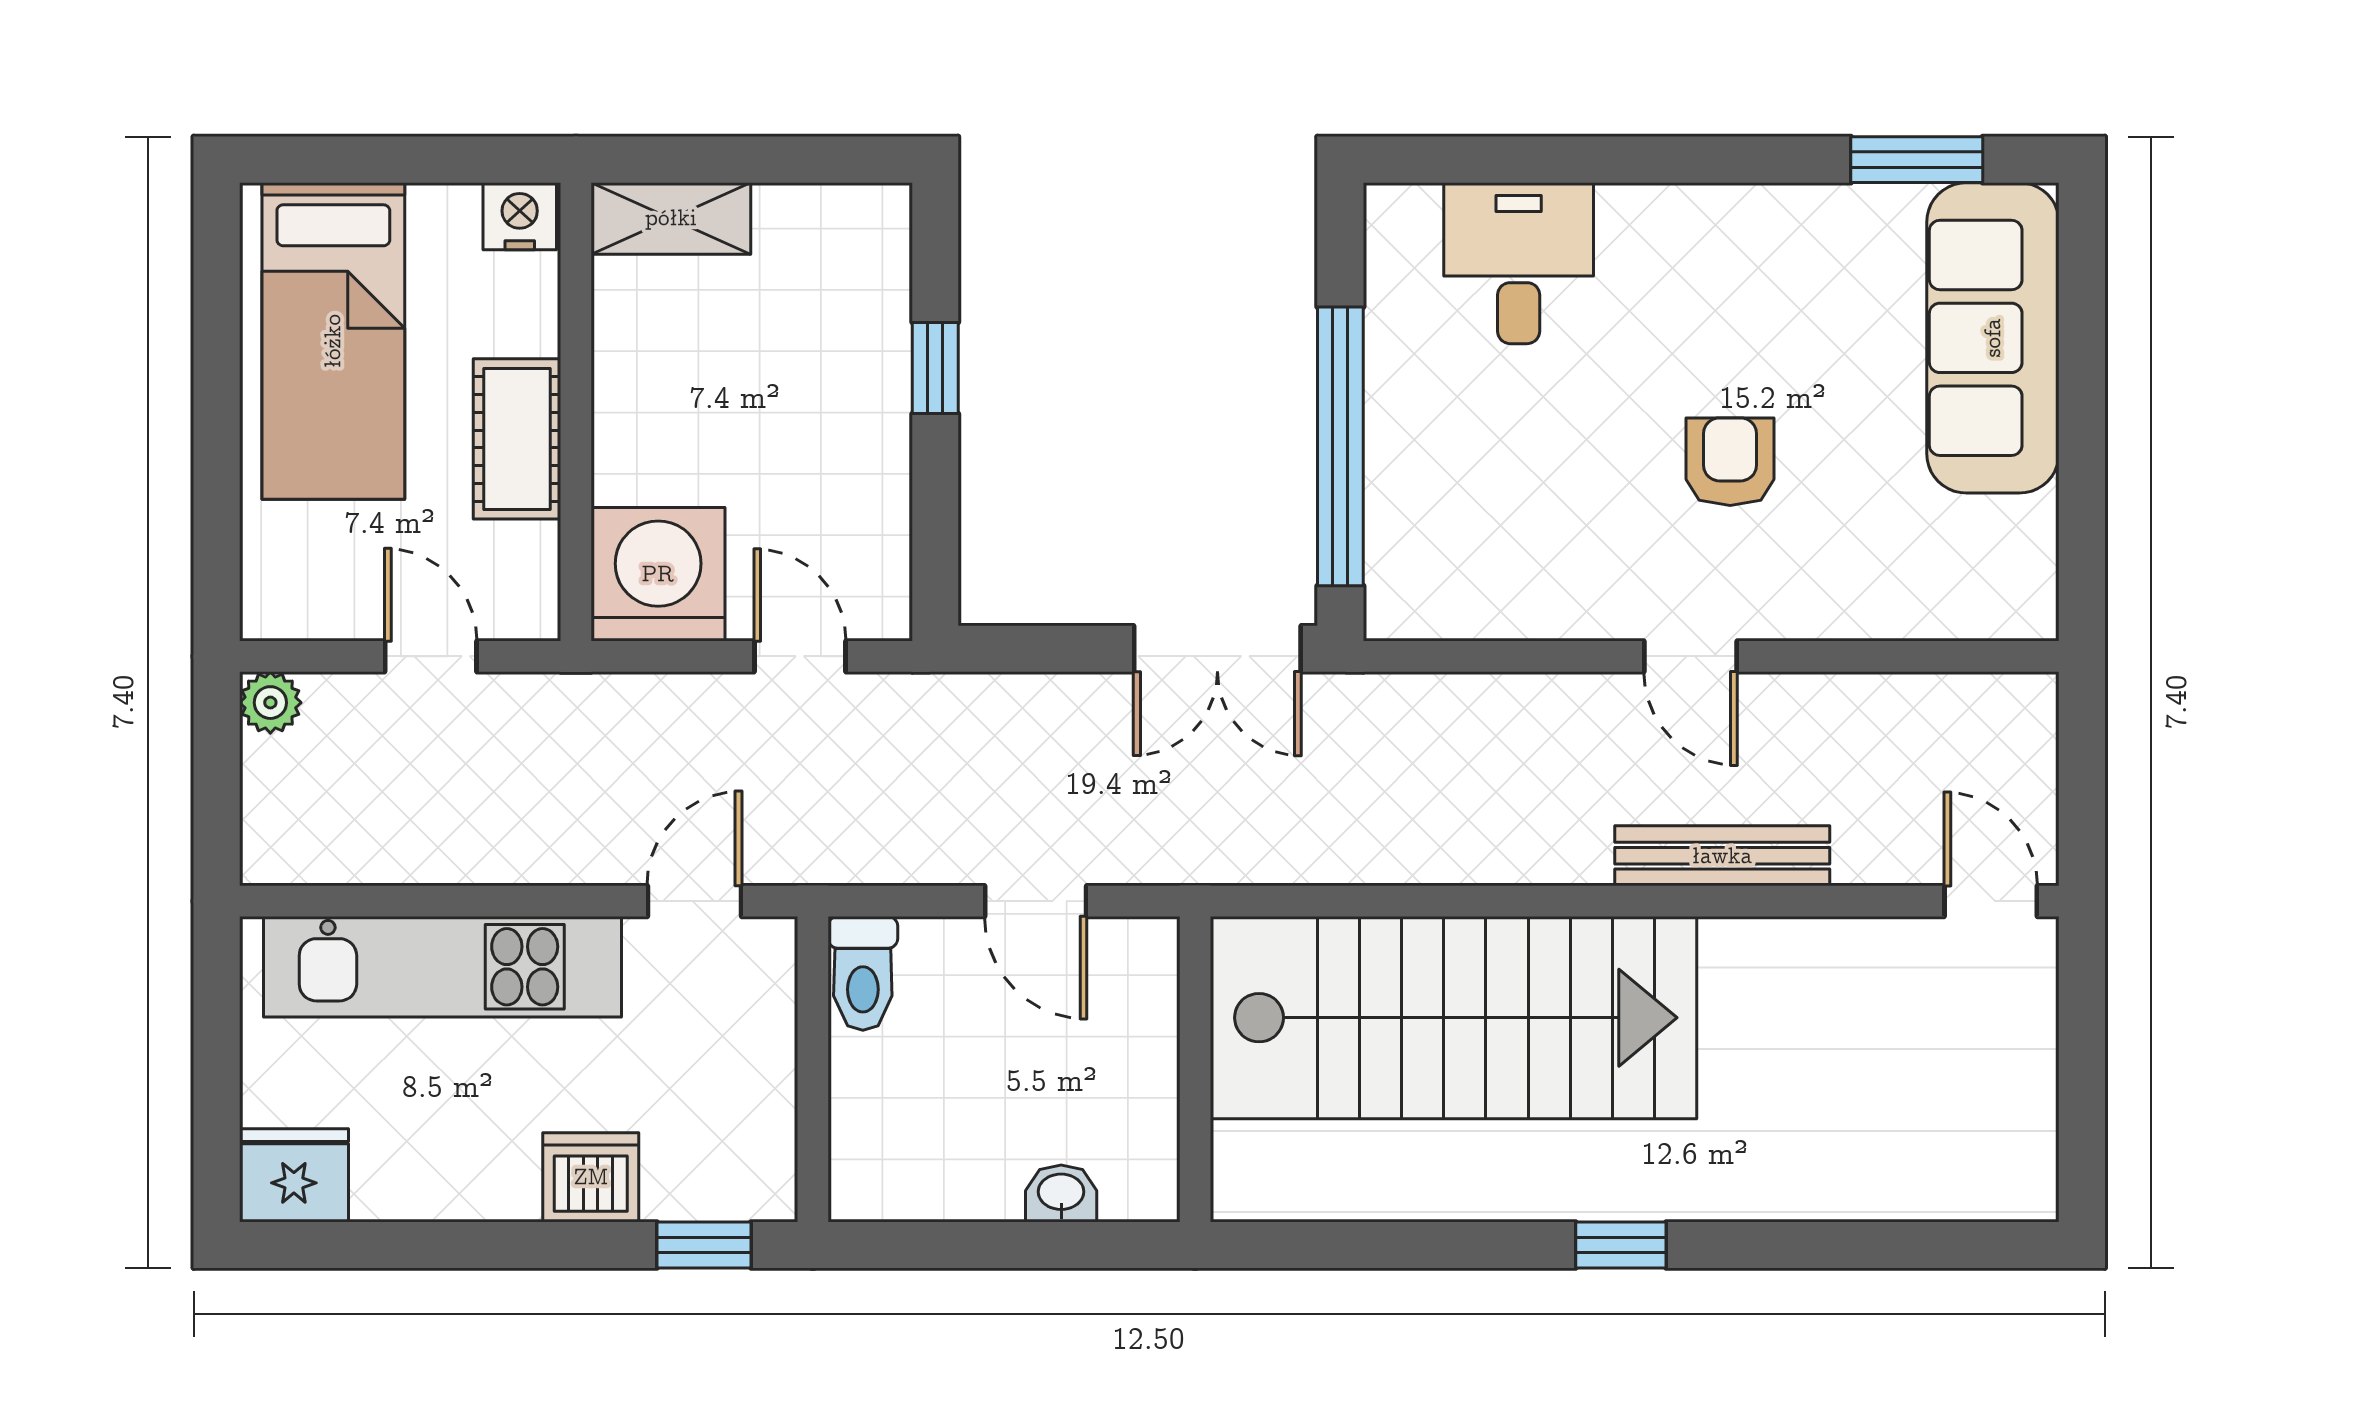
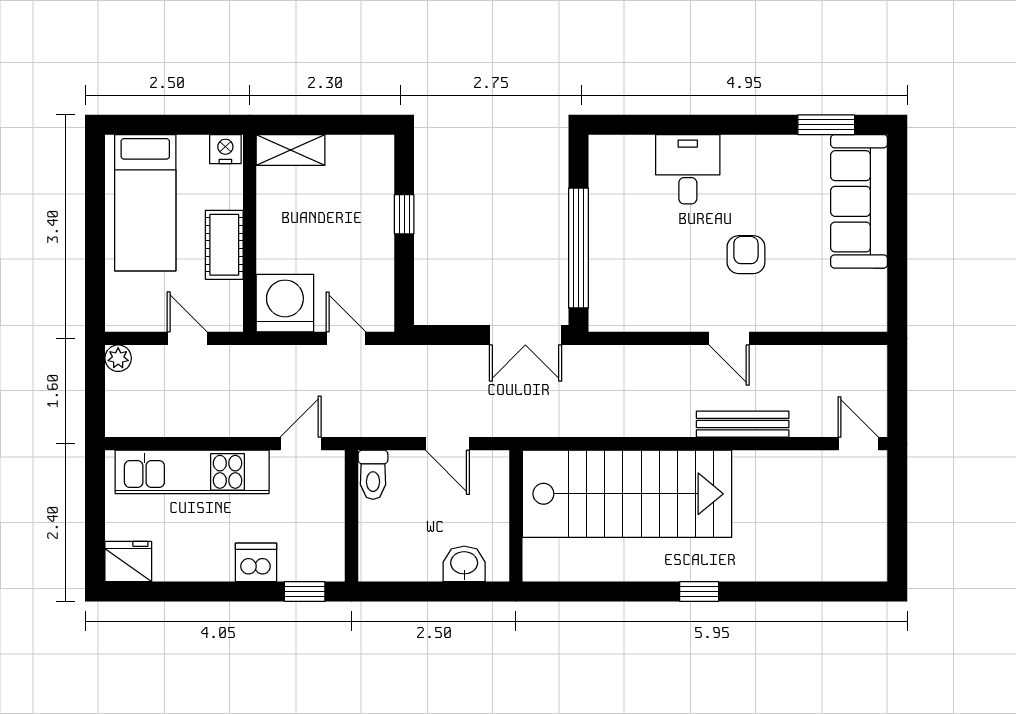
desk: (1519, 263) -> (688, 169), moved
washbasin: (1061, 1193) -> (464, 564), width x1.38, depth x1.45

